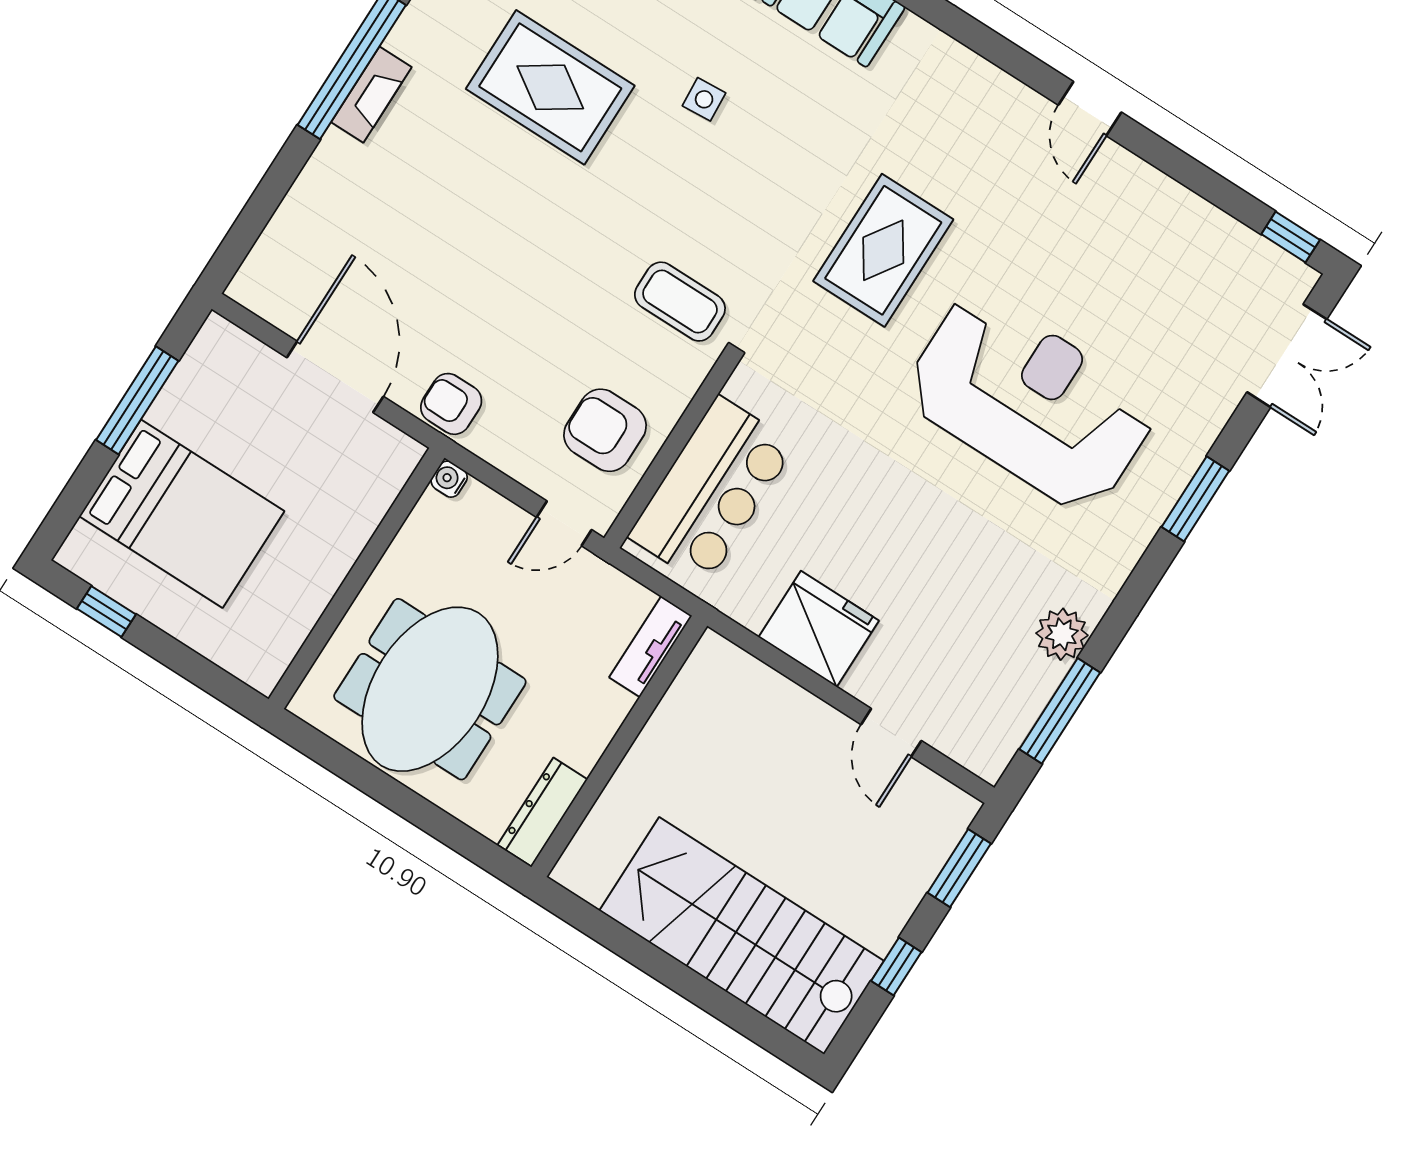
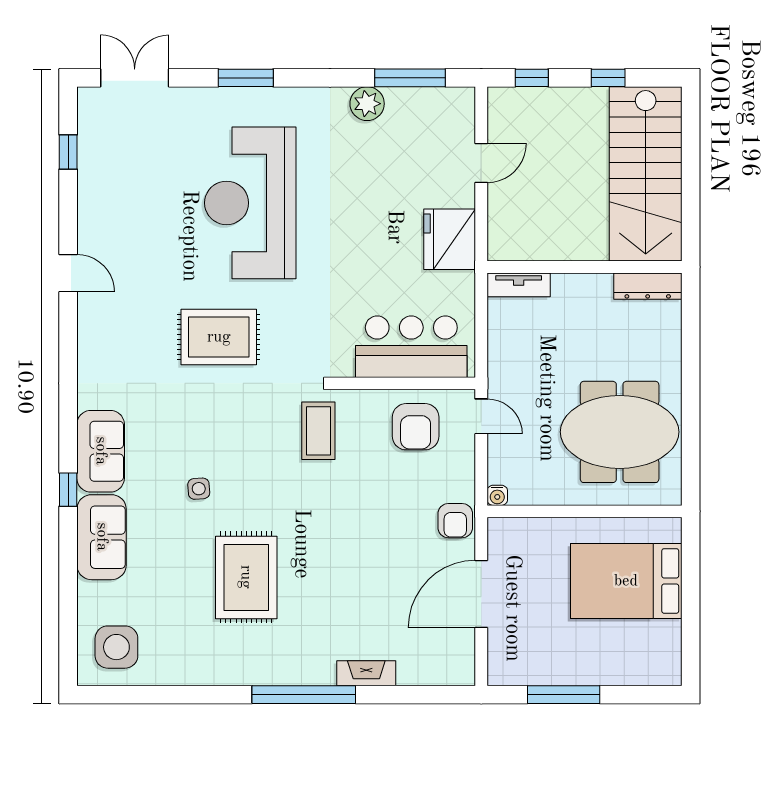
fireplace: (371, 95) -> (366, 673), moved
door: (1090, 109) -> (68, 273), hinge flipped
window: (1291, 237) -> (68, 152), moved
bed: (182, 514) -> (626, 581), moved, turned -90
window: (106, 612) -> (691, 637), removed
tv unit: (651, 647) -> (519, 285), moved
wall: (619, 746) -> (585, 267), moved
dresser: (543, 812) -> (648, 286), moved
window: (959, 868) -> (532, 78), width x0.67

